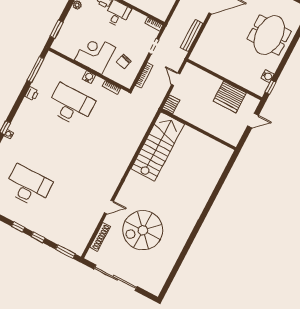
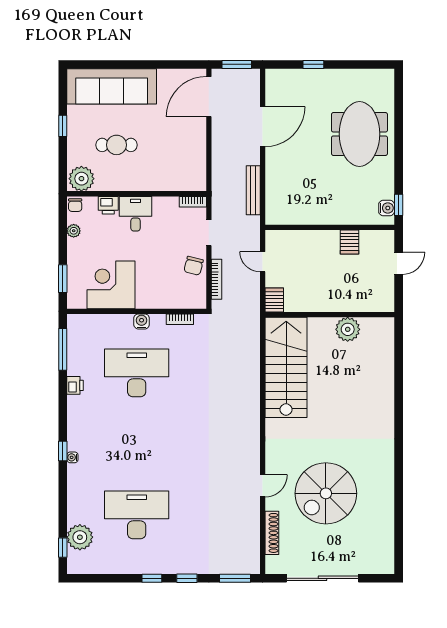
corner desk: (95, 54) -> (111, 285), moved
chair: (124, 62) -> (194, 266), moved
water cooler: (267, 76) -> (387, 208), moved
server rack: (230, 97) -> (350, 242), width x0.46, depth x0.70
plant: (204, 143) -> (348, 329), added

